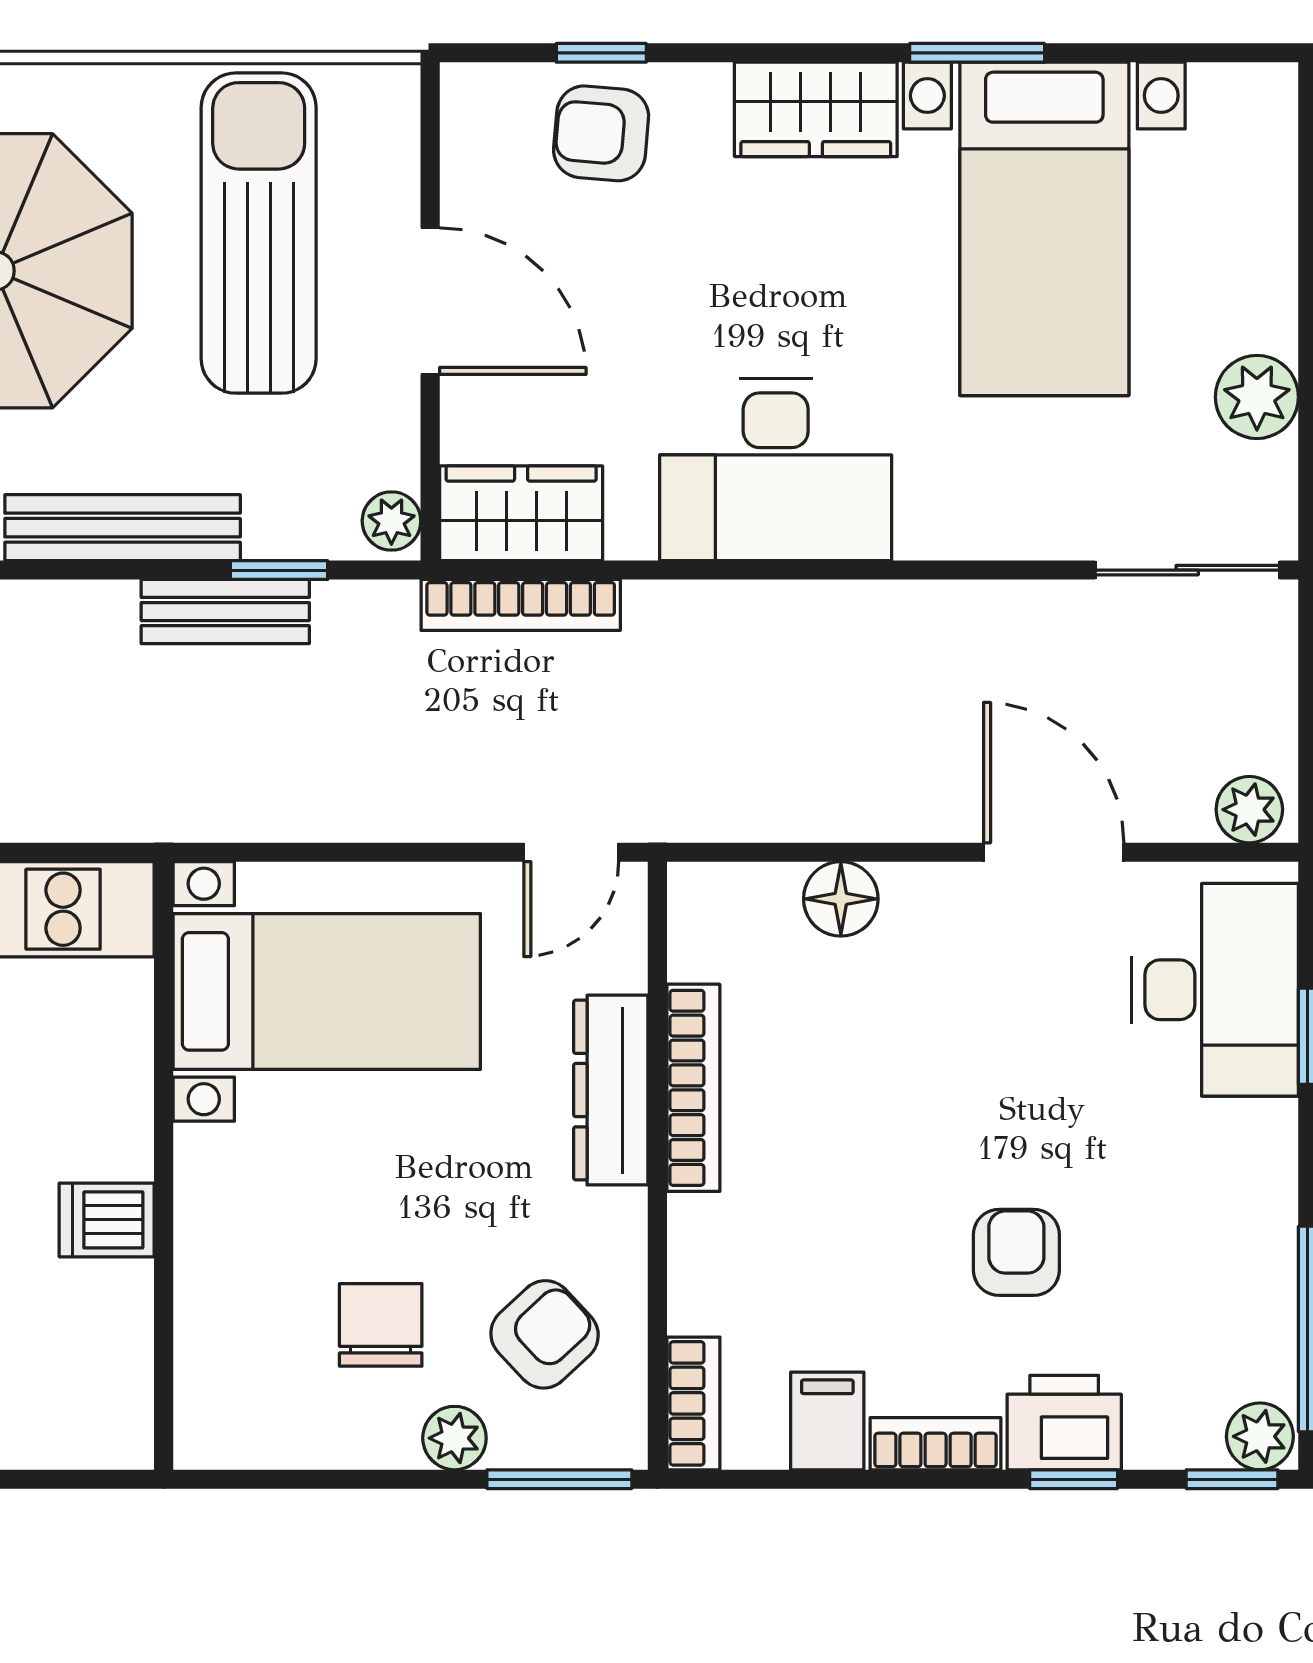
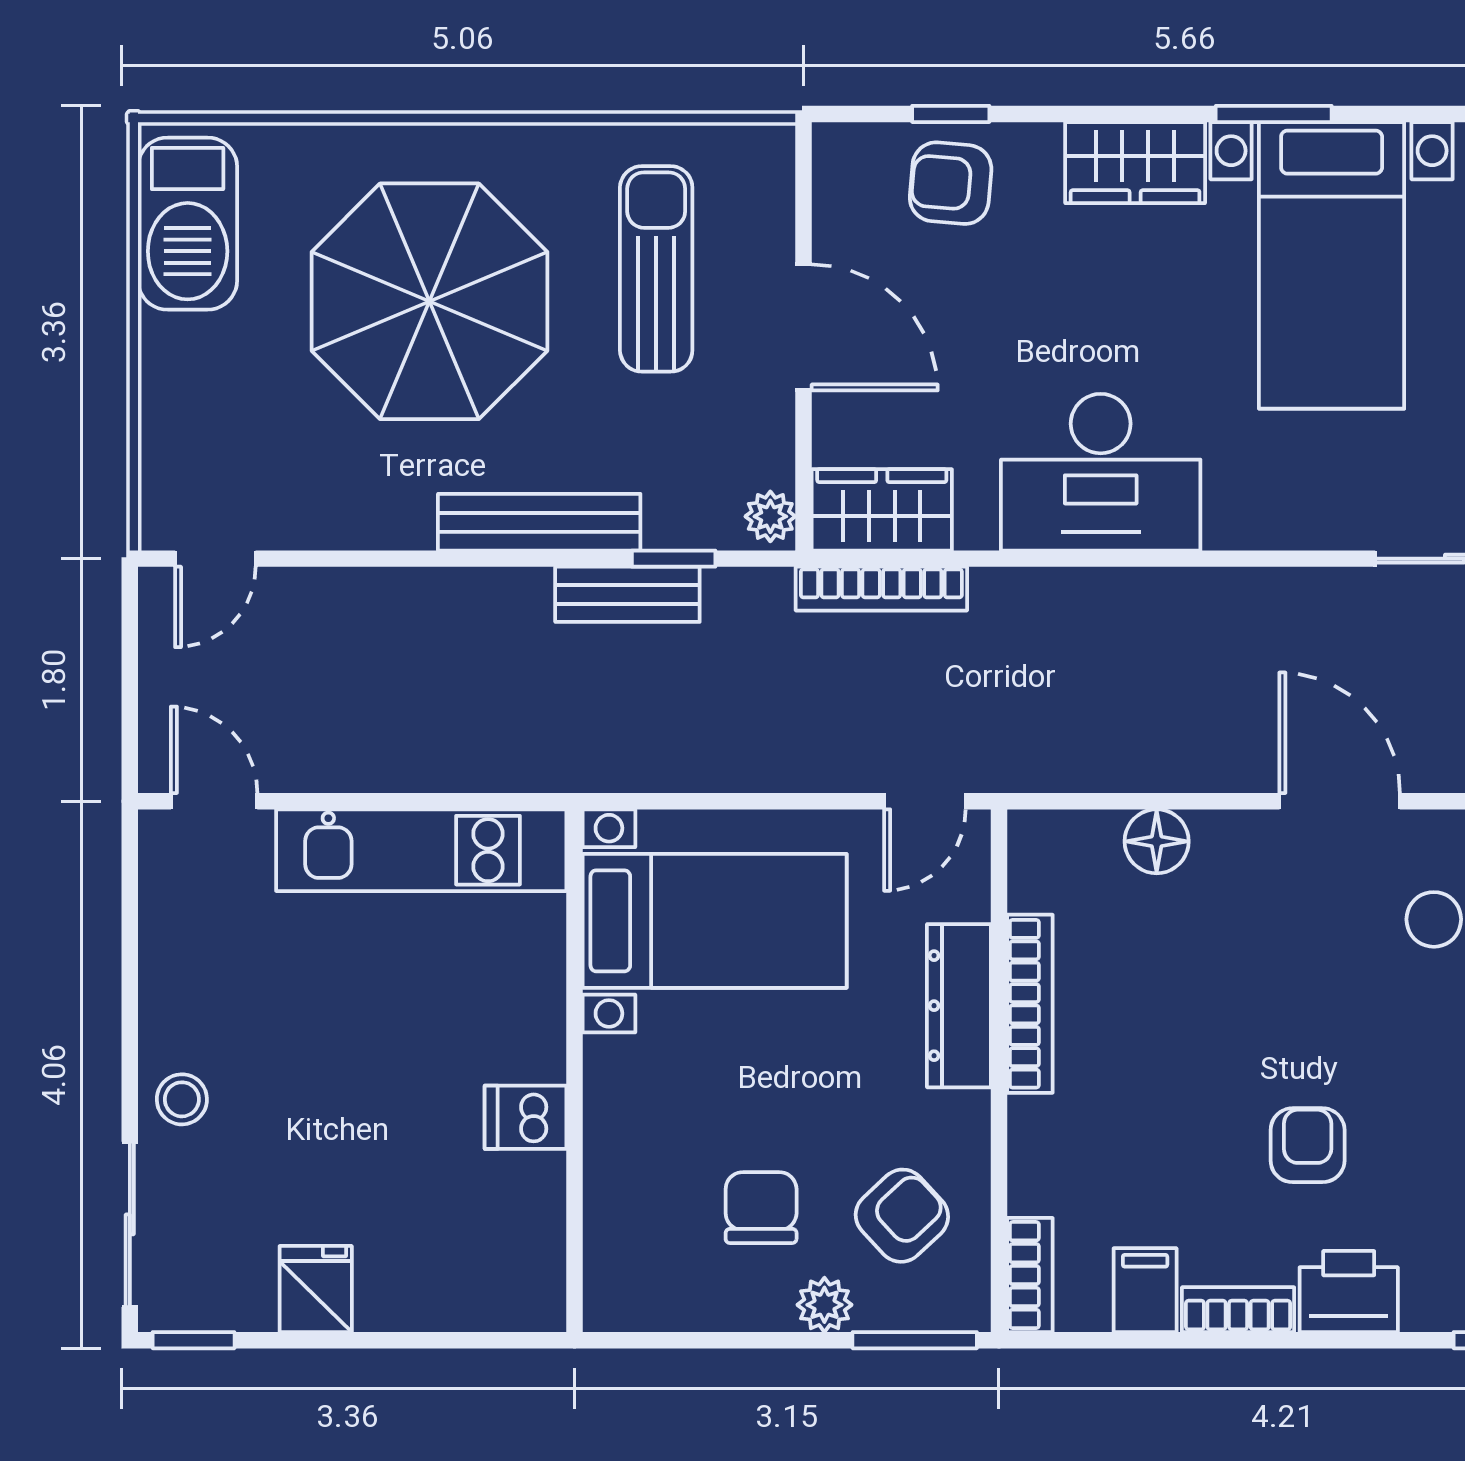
sun lounger: (259, 233) -> (656, 269), width x0.73, depth x0.75
window: (1074, 1479) -> (1357, 1340), removed

